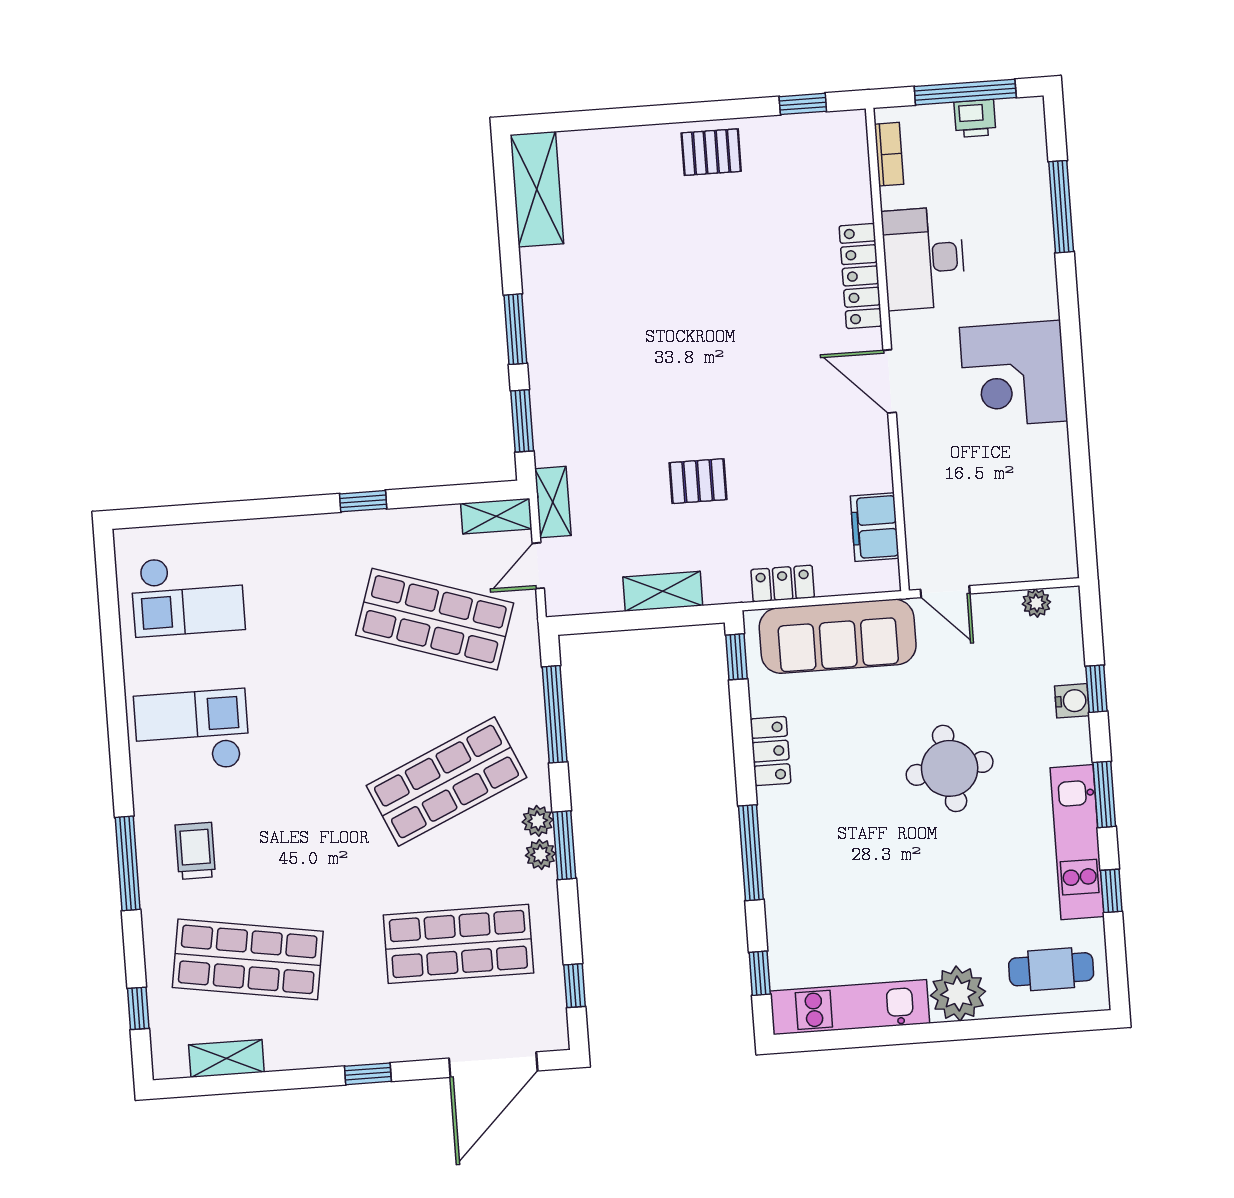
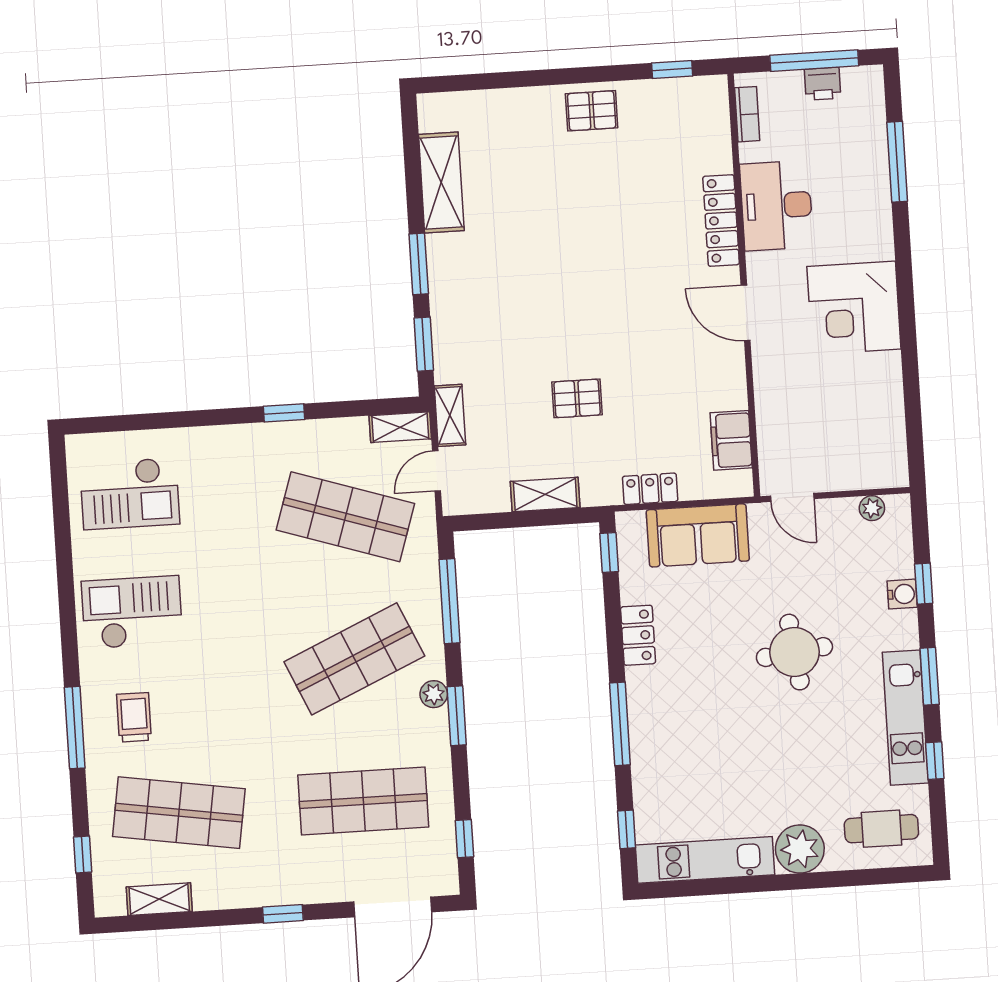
shelving: (537, 189) -> (441, 183), moved
sofa: (838, 636) -> (698, 535), width x0.73
plant: (540, 854) -> (436, 724), removed

